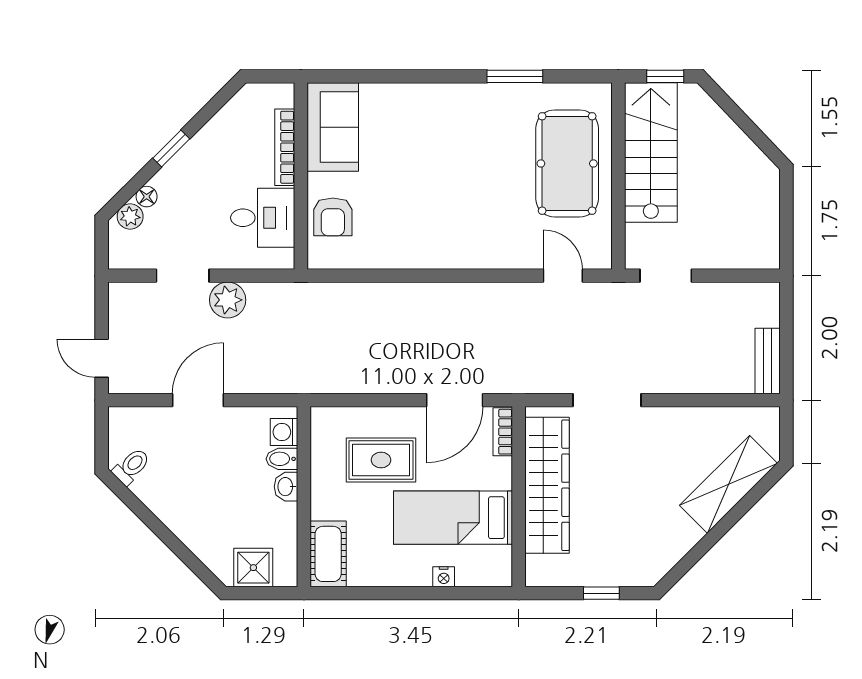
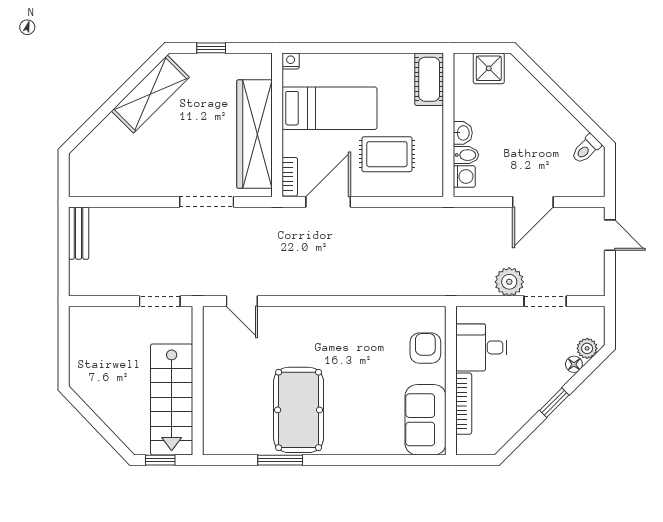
pool table: (567, 163) -> (299, 410), moved
shelving: (729, 484) -> (150, 94), moved
nightstand: (444, 577) -> (291, 61), moved

